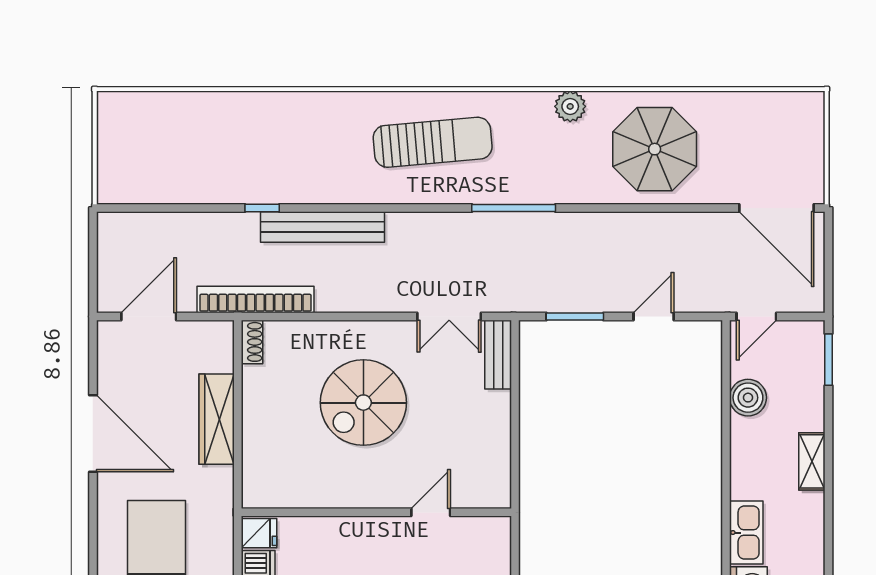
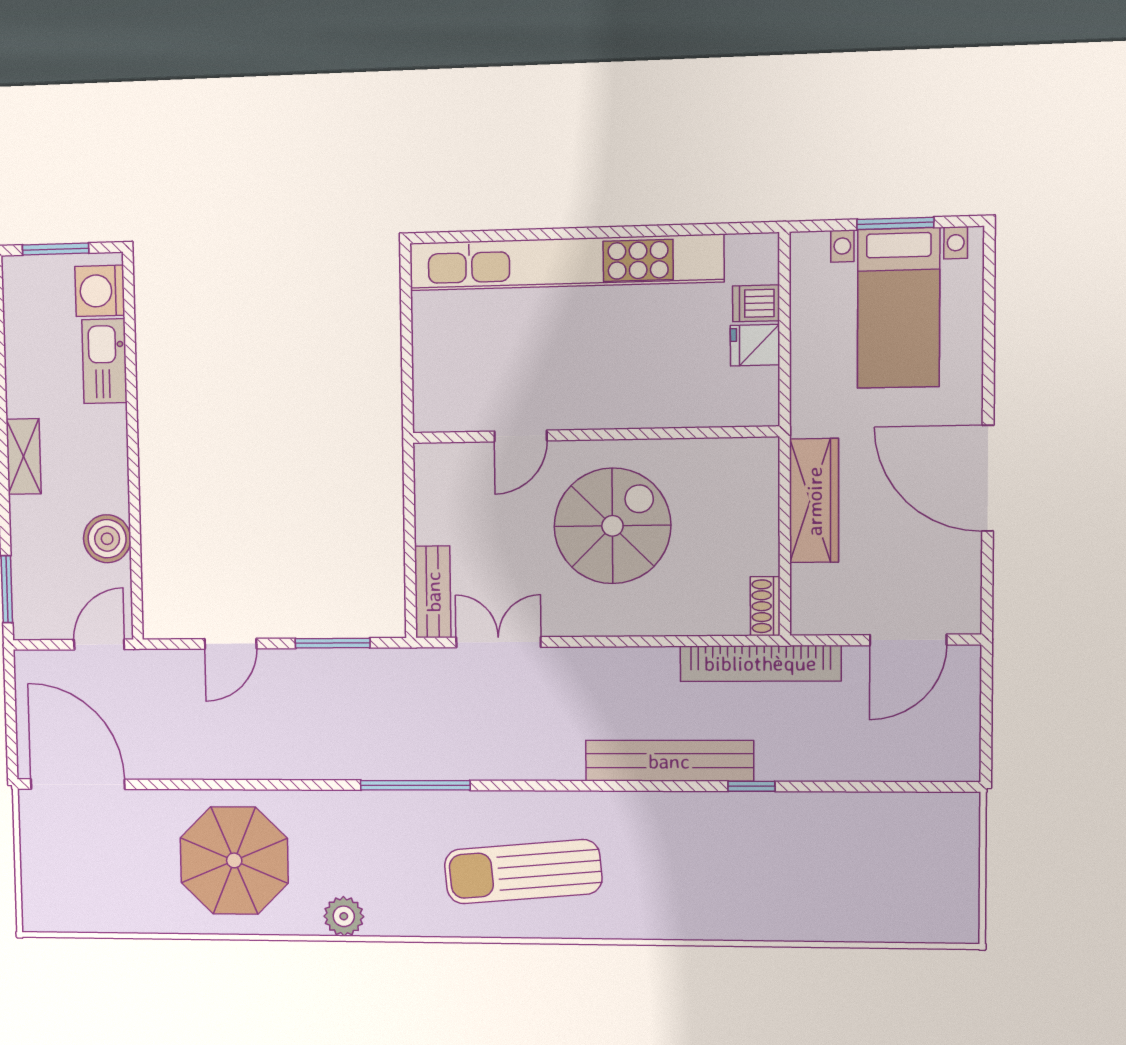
wall: (376, 512) -> (594, 435), moved
door: (431, 512) -> (521, 436), moved

